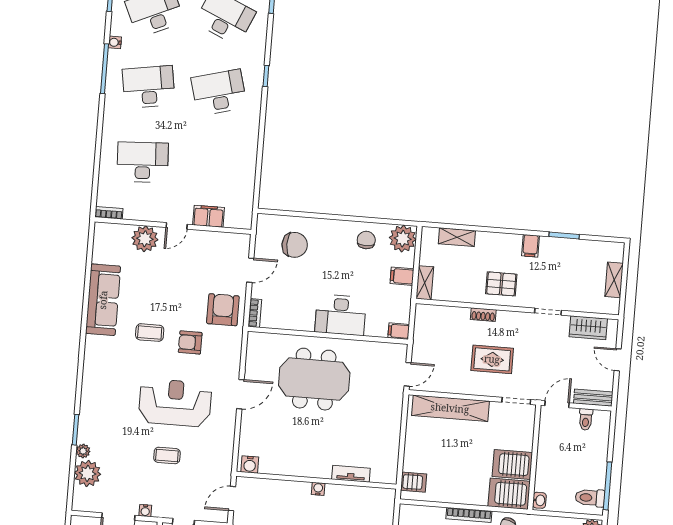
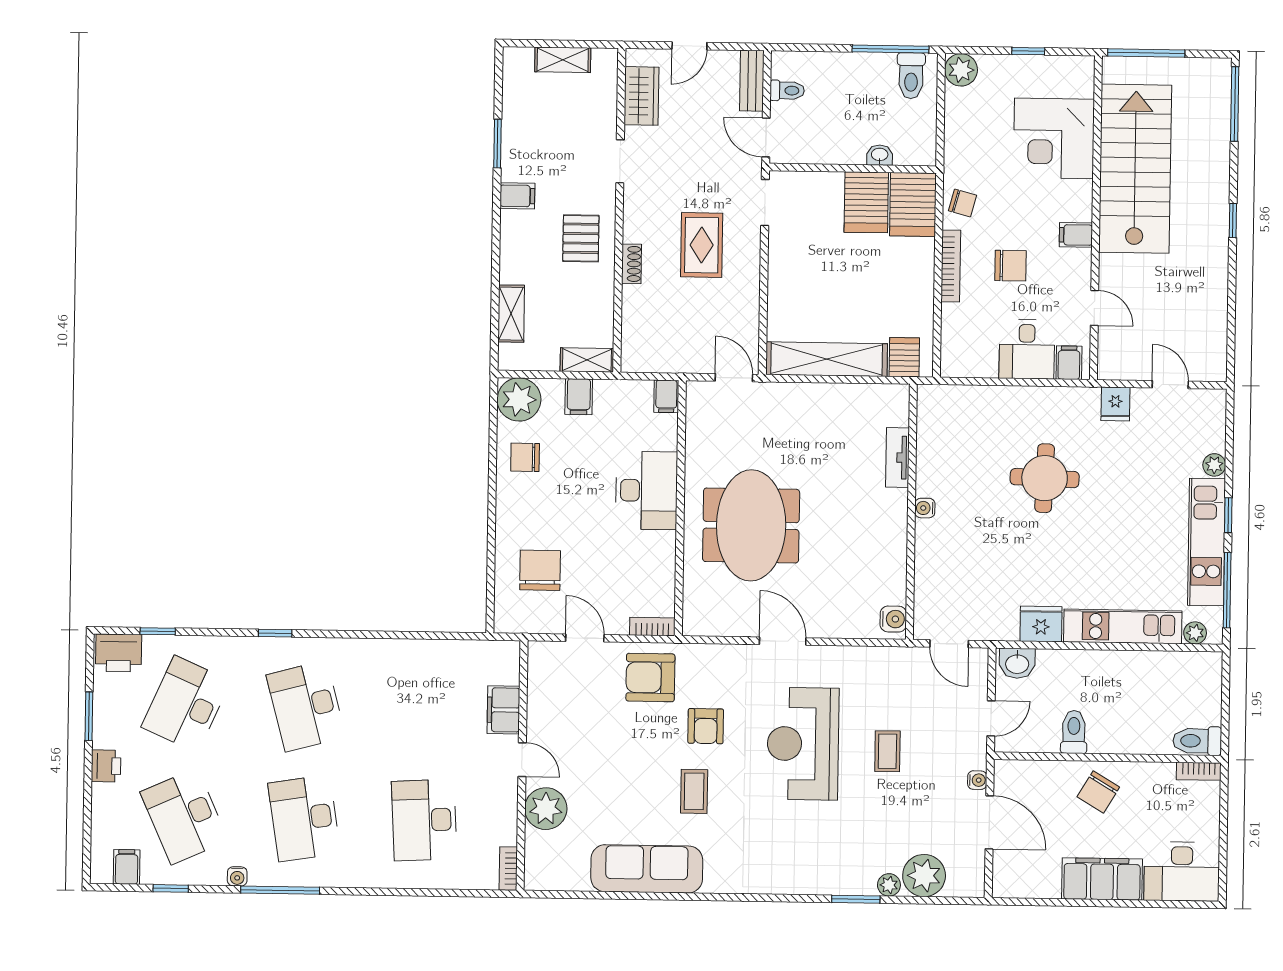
shelving: (450, 408) -> (827, 359), moved, turned 90
washbasin: (539, 500) -> (880, 155), moved

